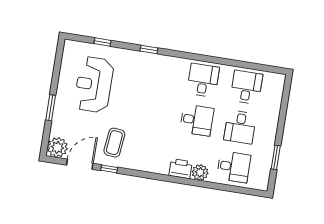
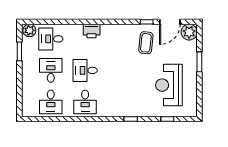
reception desk: (94, 85) -> (169, 85), turned 180
plant: (200, 172) -> (29, 30), moved

